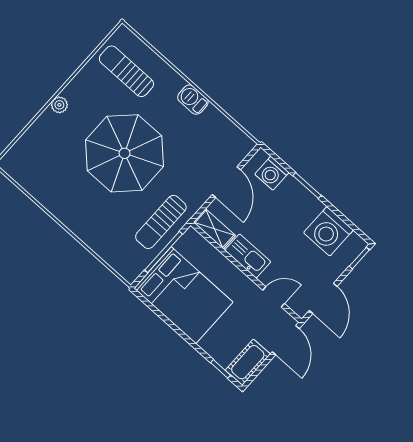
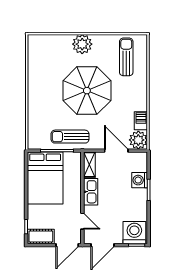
barbecue: (193, 100) -> (141, 121), moved
plant: (59, 105) -> (82, 44), width x1.88, depth x1.88
plant: (237, 145) -> (138, 140), added
washing machine: (272, 173) -> (140, 180), moved
door: (226, 182) -> (116, 151), swing flipped
washing machine: (328, 231) -> (134, 233), moved, turned 90

